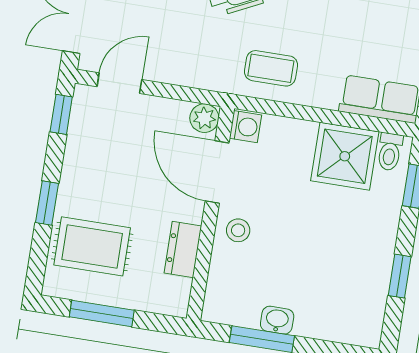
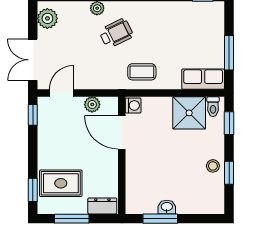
plant: (204, 118) -> (92, 104), moved
window: (47, 203) -> (33, 190), moved
stool: (238, 230) -> (213, 166), moved
dresser: (183, 249) -> (102, 206), moved, turned 90

